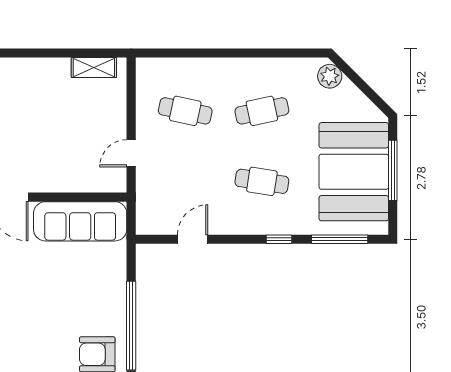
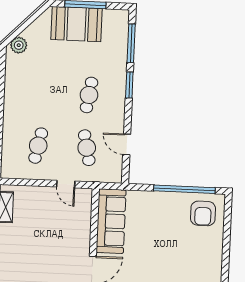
cafe table: (262, 111) -> (87, 148), moved
booth: (354, 172) -> (76, 24), width x0.73, depth x0.70
window: (279, 239) -> (129, 85), width x1.50

